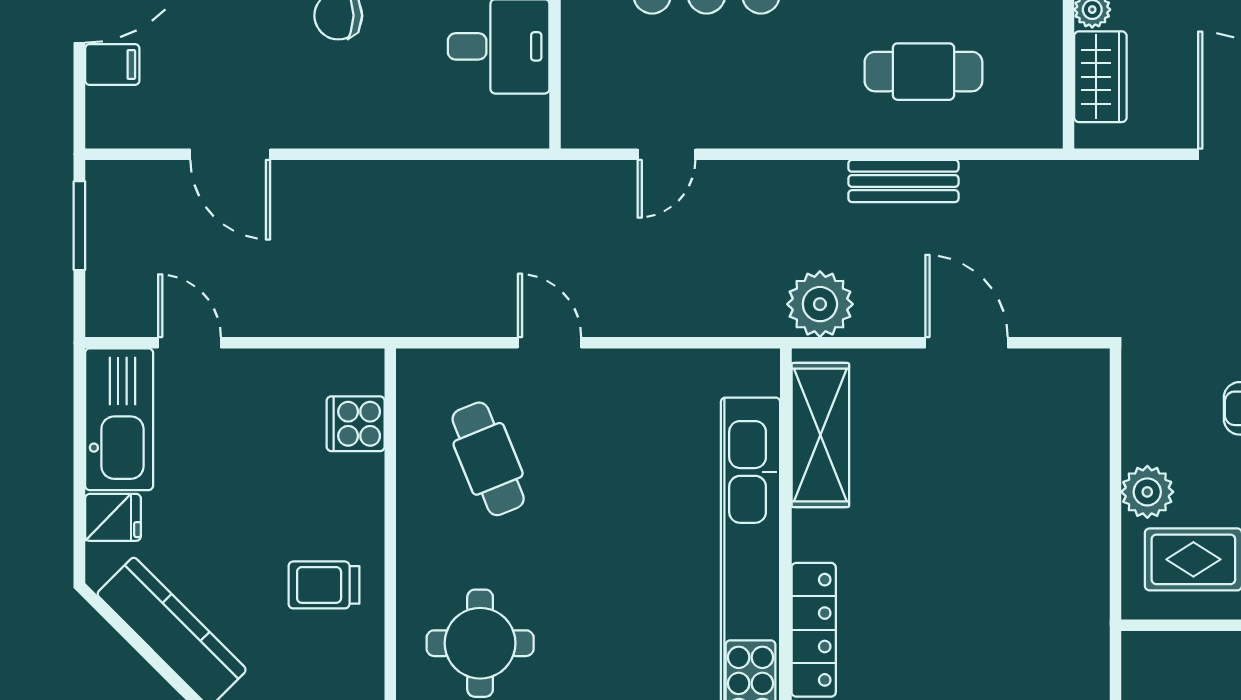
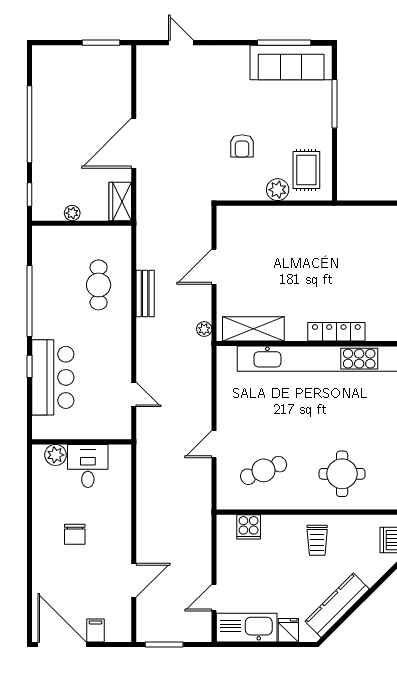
wardrobe: (1100, 77) -> (120, 202), moved, turned -90
plant: (820, 304) -> (204, 329), width x0.53, depth x0.53

